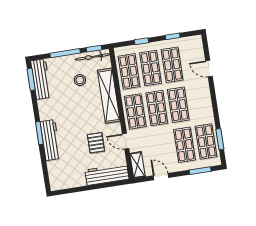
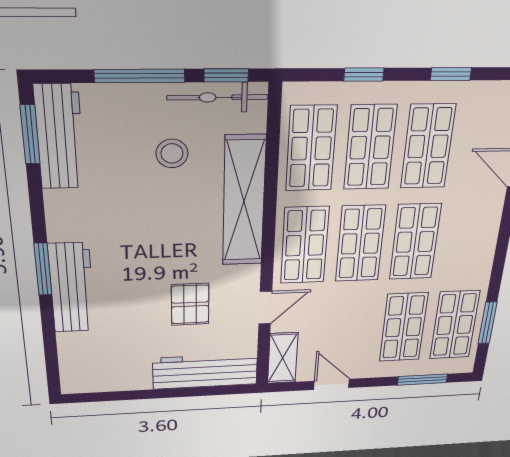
door: (126, 141) -> (265, 308), swing flipped

